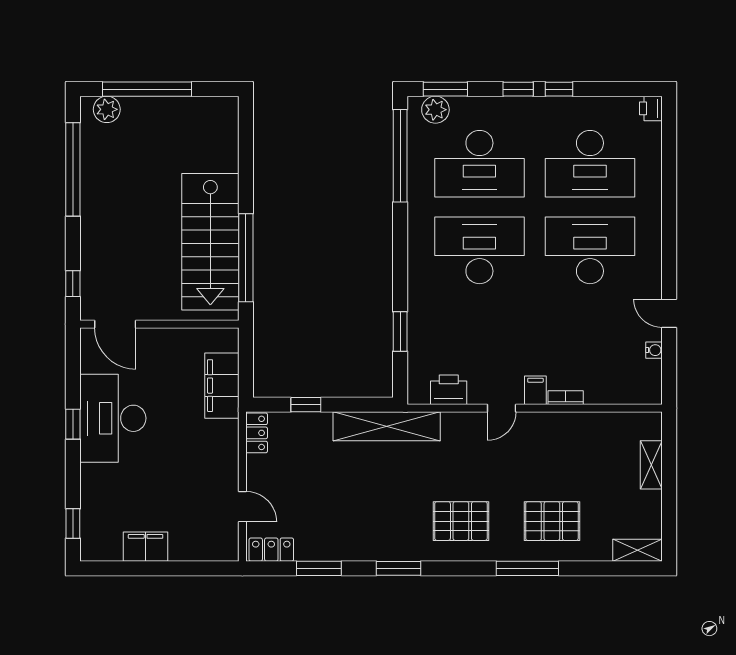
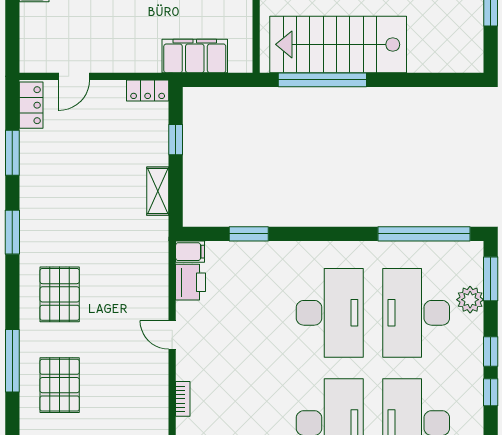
plant: (435, 110) -> (470, 300), moved
filing cabinet: (535, 390) -> (190, 252), moved
shelving: (387, 426) -> (158, 191), width x0.45, depth x0.75

